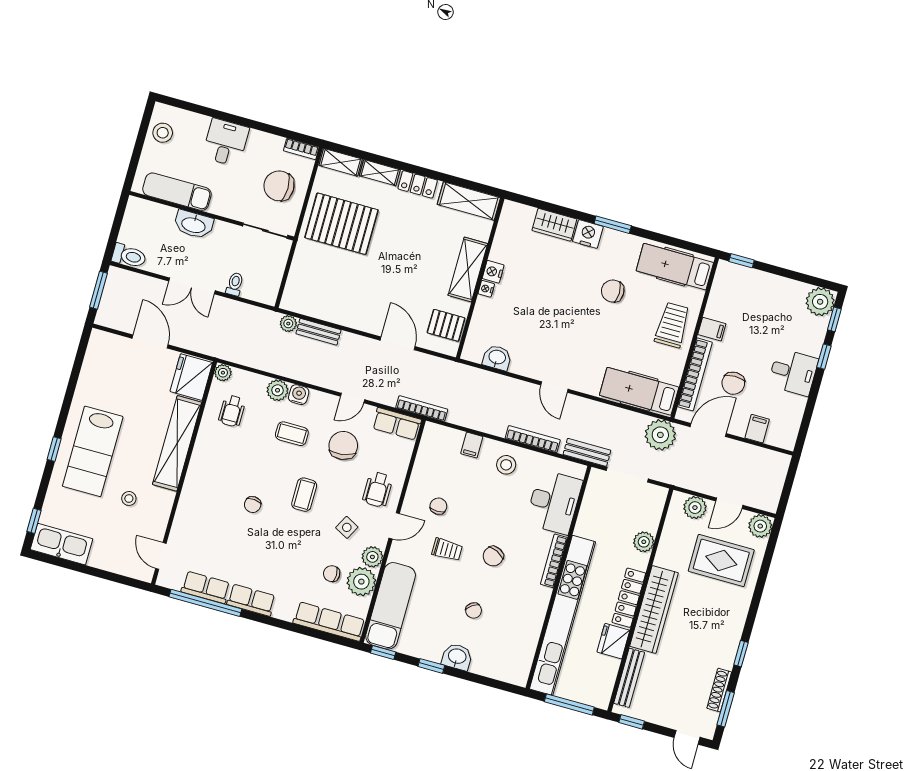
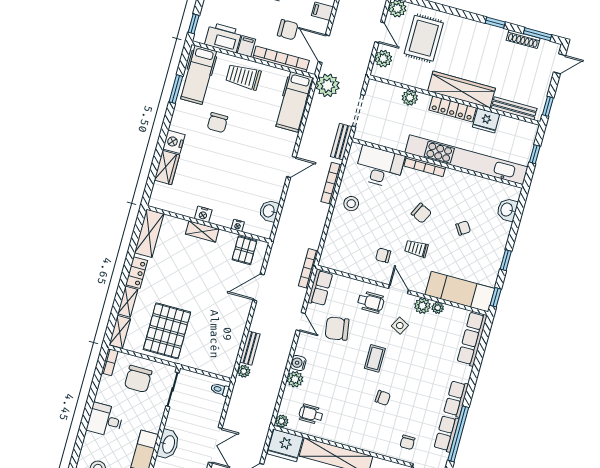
window: (613, 225) -> (176, 89), moved
shelving: (468, 269) -> (202, 231), width x0.67, depth x0.75
toilet: (235, 284) -> (220, 390), moved
nightstand: (486, 289) -> (238, 225), moved
printer: (723, 299) -> (223, 38), added
wheelchair: (232, 411) -> (311, 414), turned 180
coffee table: (292, 434) -> (328, 368), removed
filing cabinet: (472, 445) -> (336, 230), removed
coffee table: (304, 495) -> (375, 358), turned 90
trolley: (447, 550) -> (416, 249), turned -90
chair: (332, 574) -> (407, 442), moved
plant: (361, 582) -> (438, 308), width x0.53, depth x0.53
washbasin: (457, 657) -> (507, 210), moved
window: (569, 704) -> (535, 154), width x0.46

